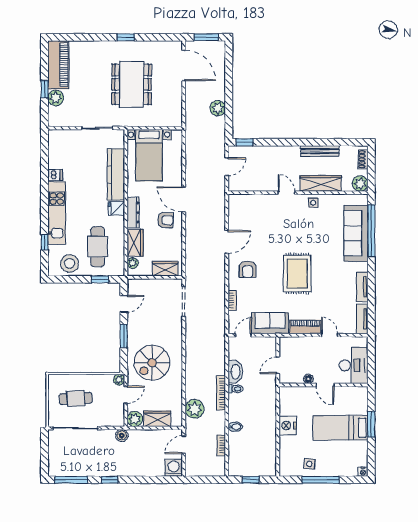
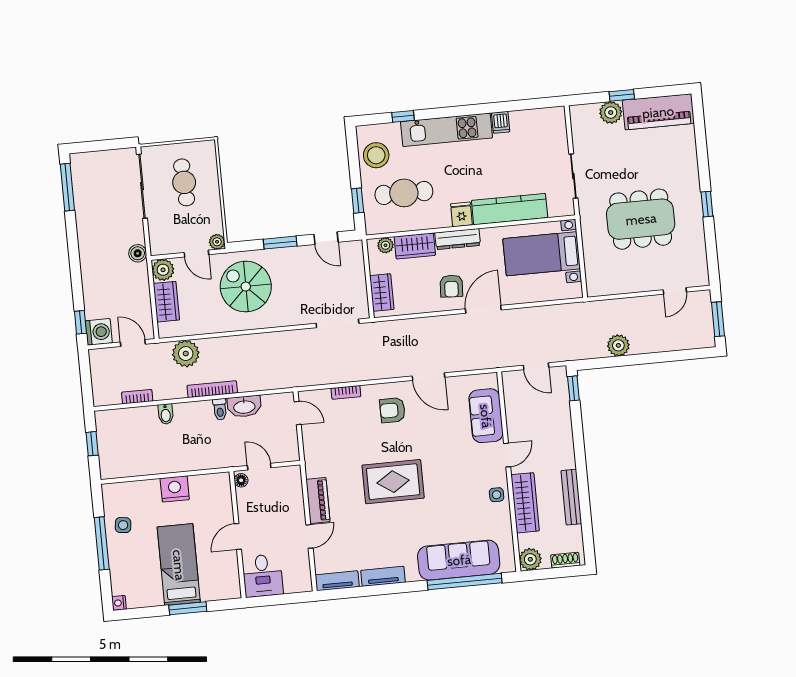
door: (184, 65) -> (675, 291), width x0.53
sofa: (270, 323) -> (486, 416), moved, turned 180
desk: (354, 365) -> (263, 576), width x0.73
floor lamp: (308, 379) -> (241, 480), moved
window: (110, 480) -> (80, 322), moved

